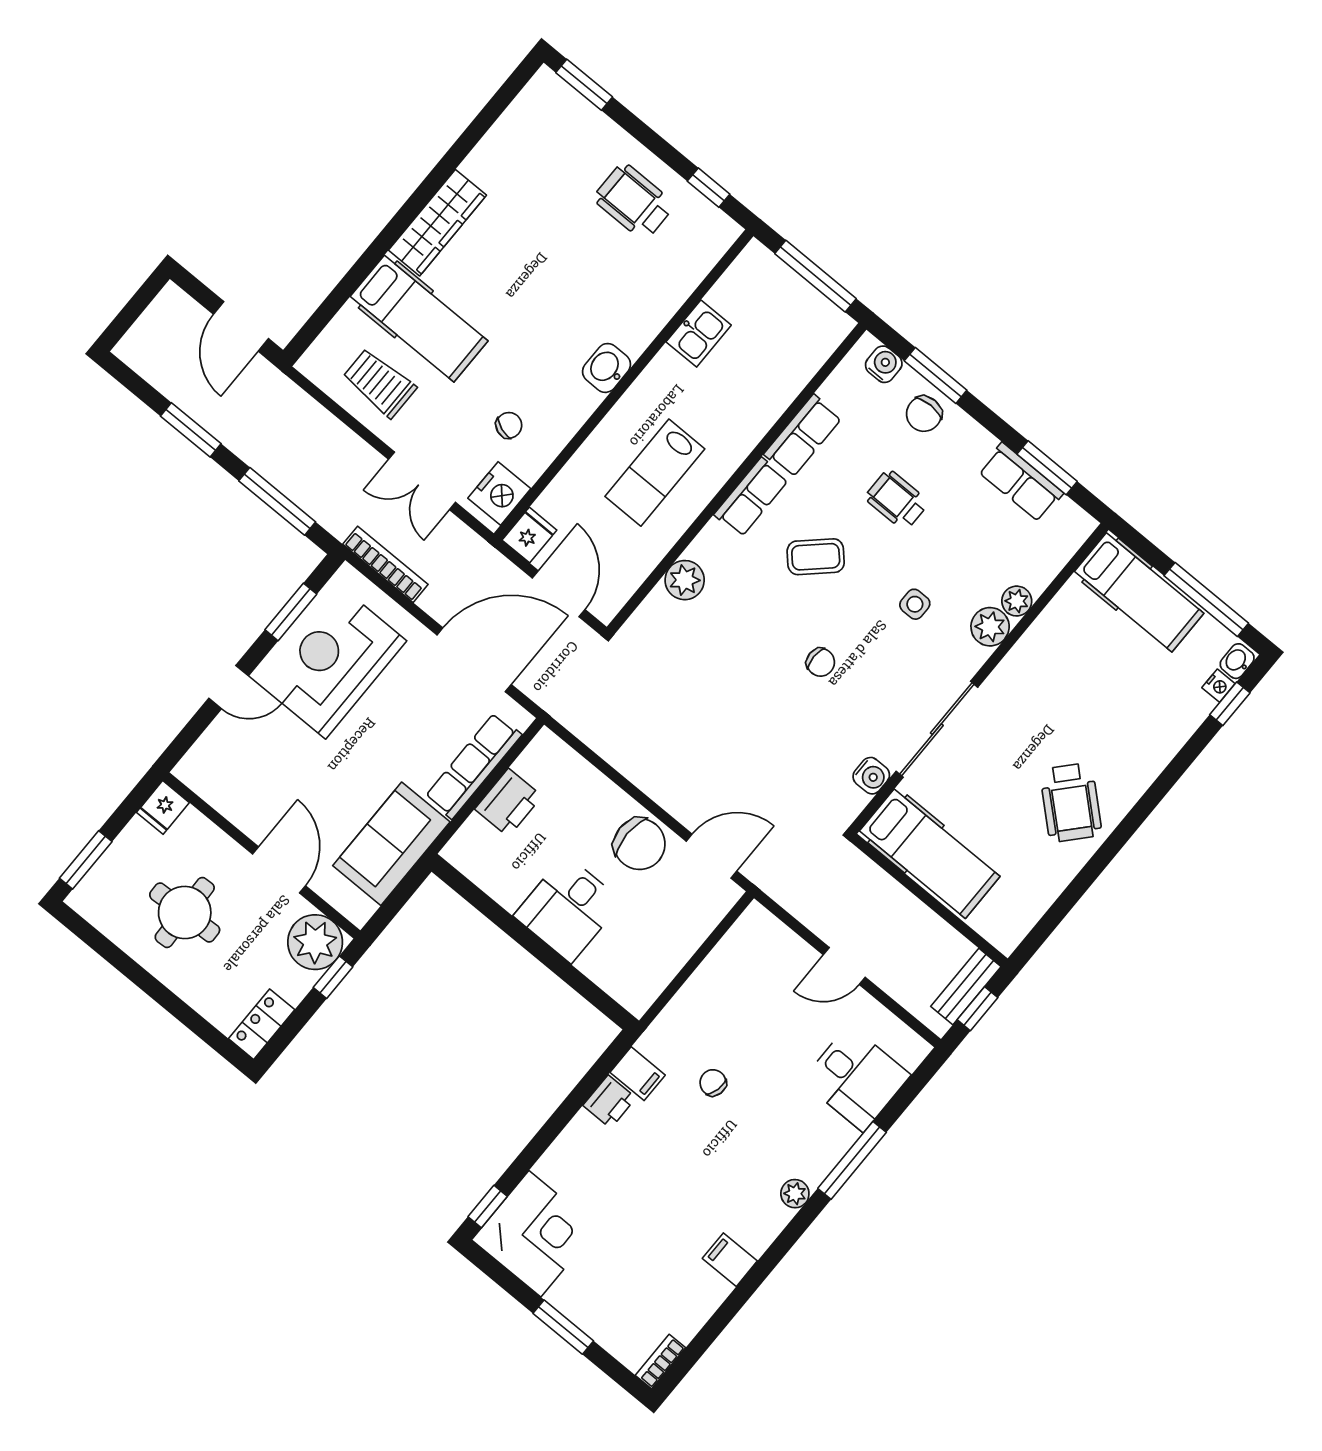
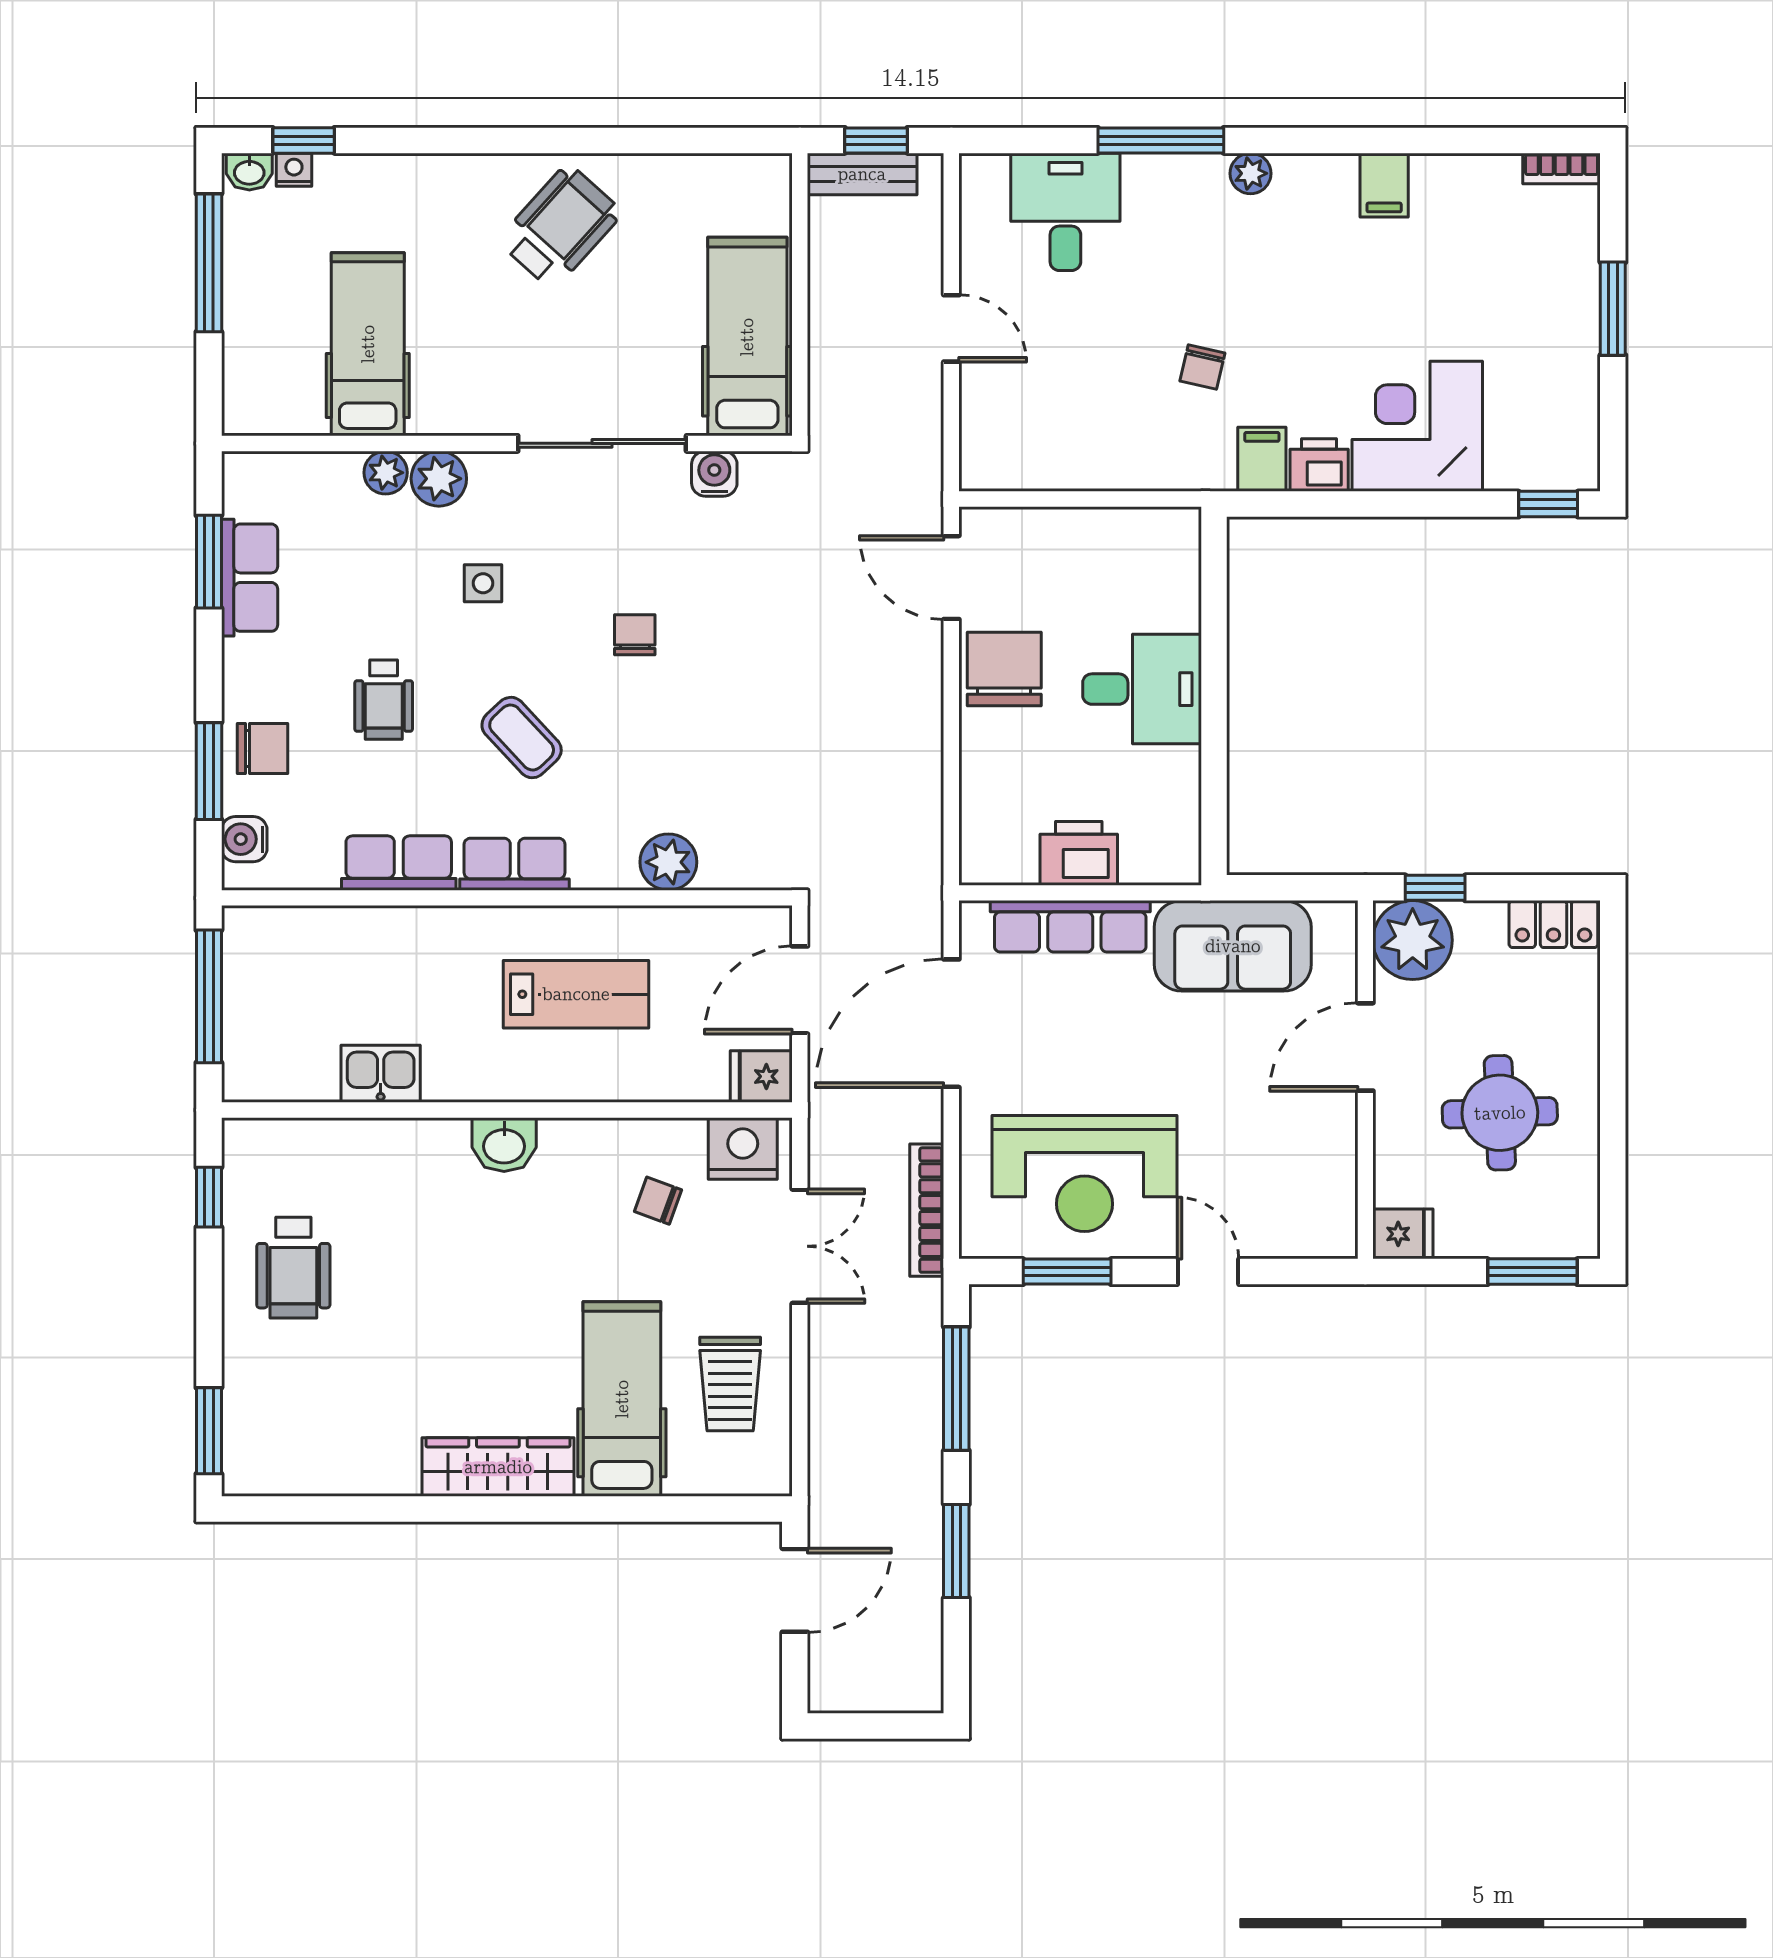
hospital bed: (1139, 592) -> (368, 344), moved
door: (474, 660) -> (951, 1023), hinge flipped
corner desk: (535, 1234) -> (1417, 426), moved

